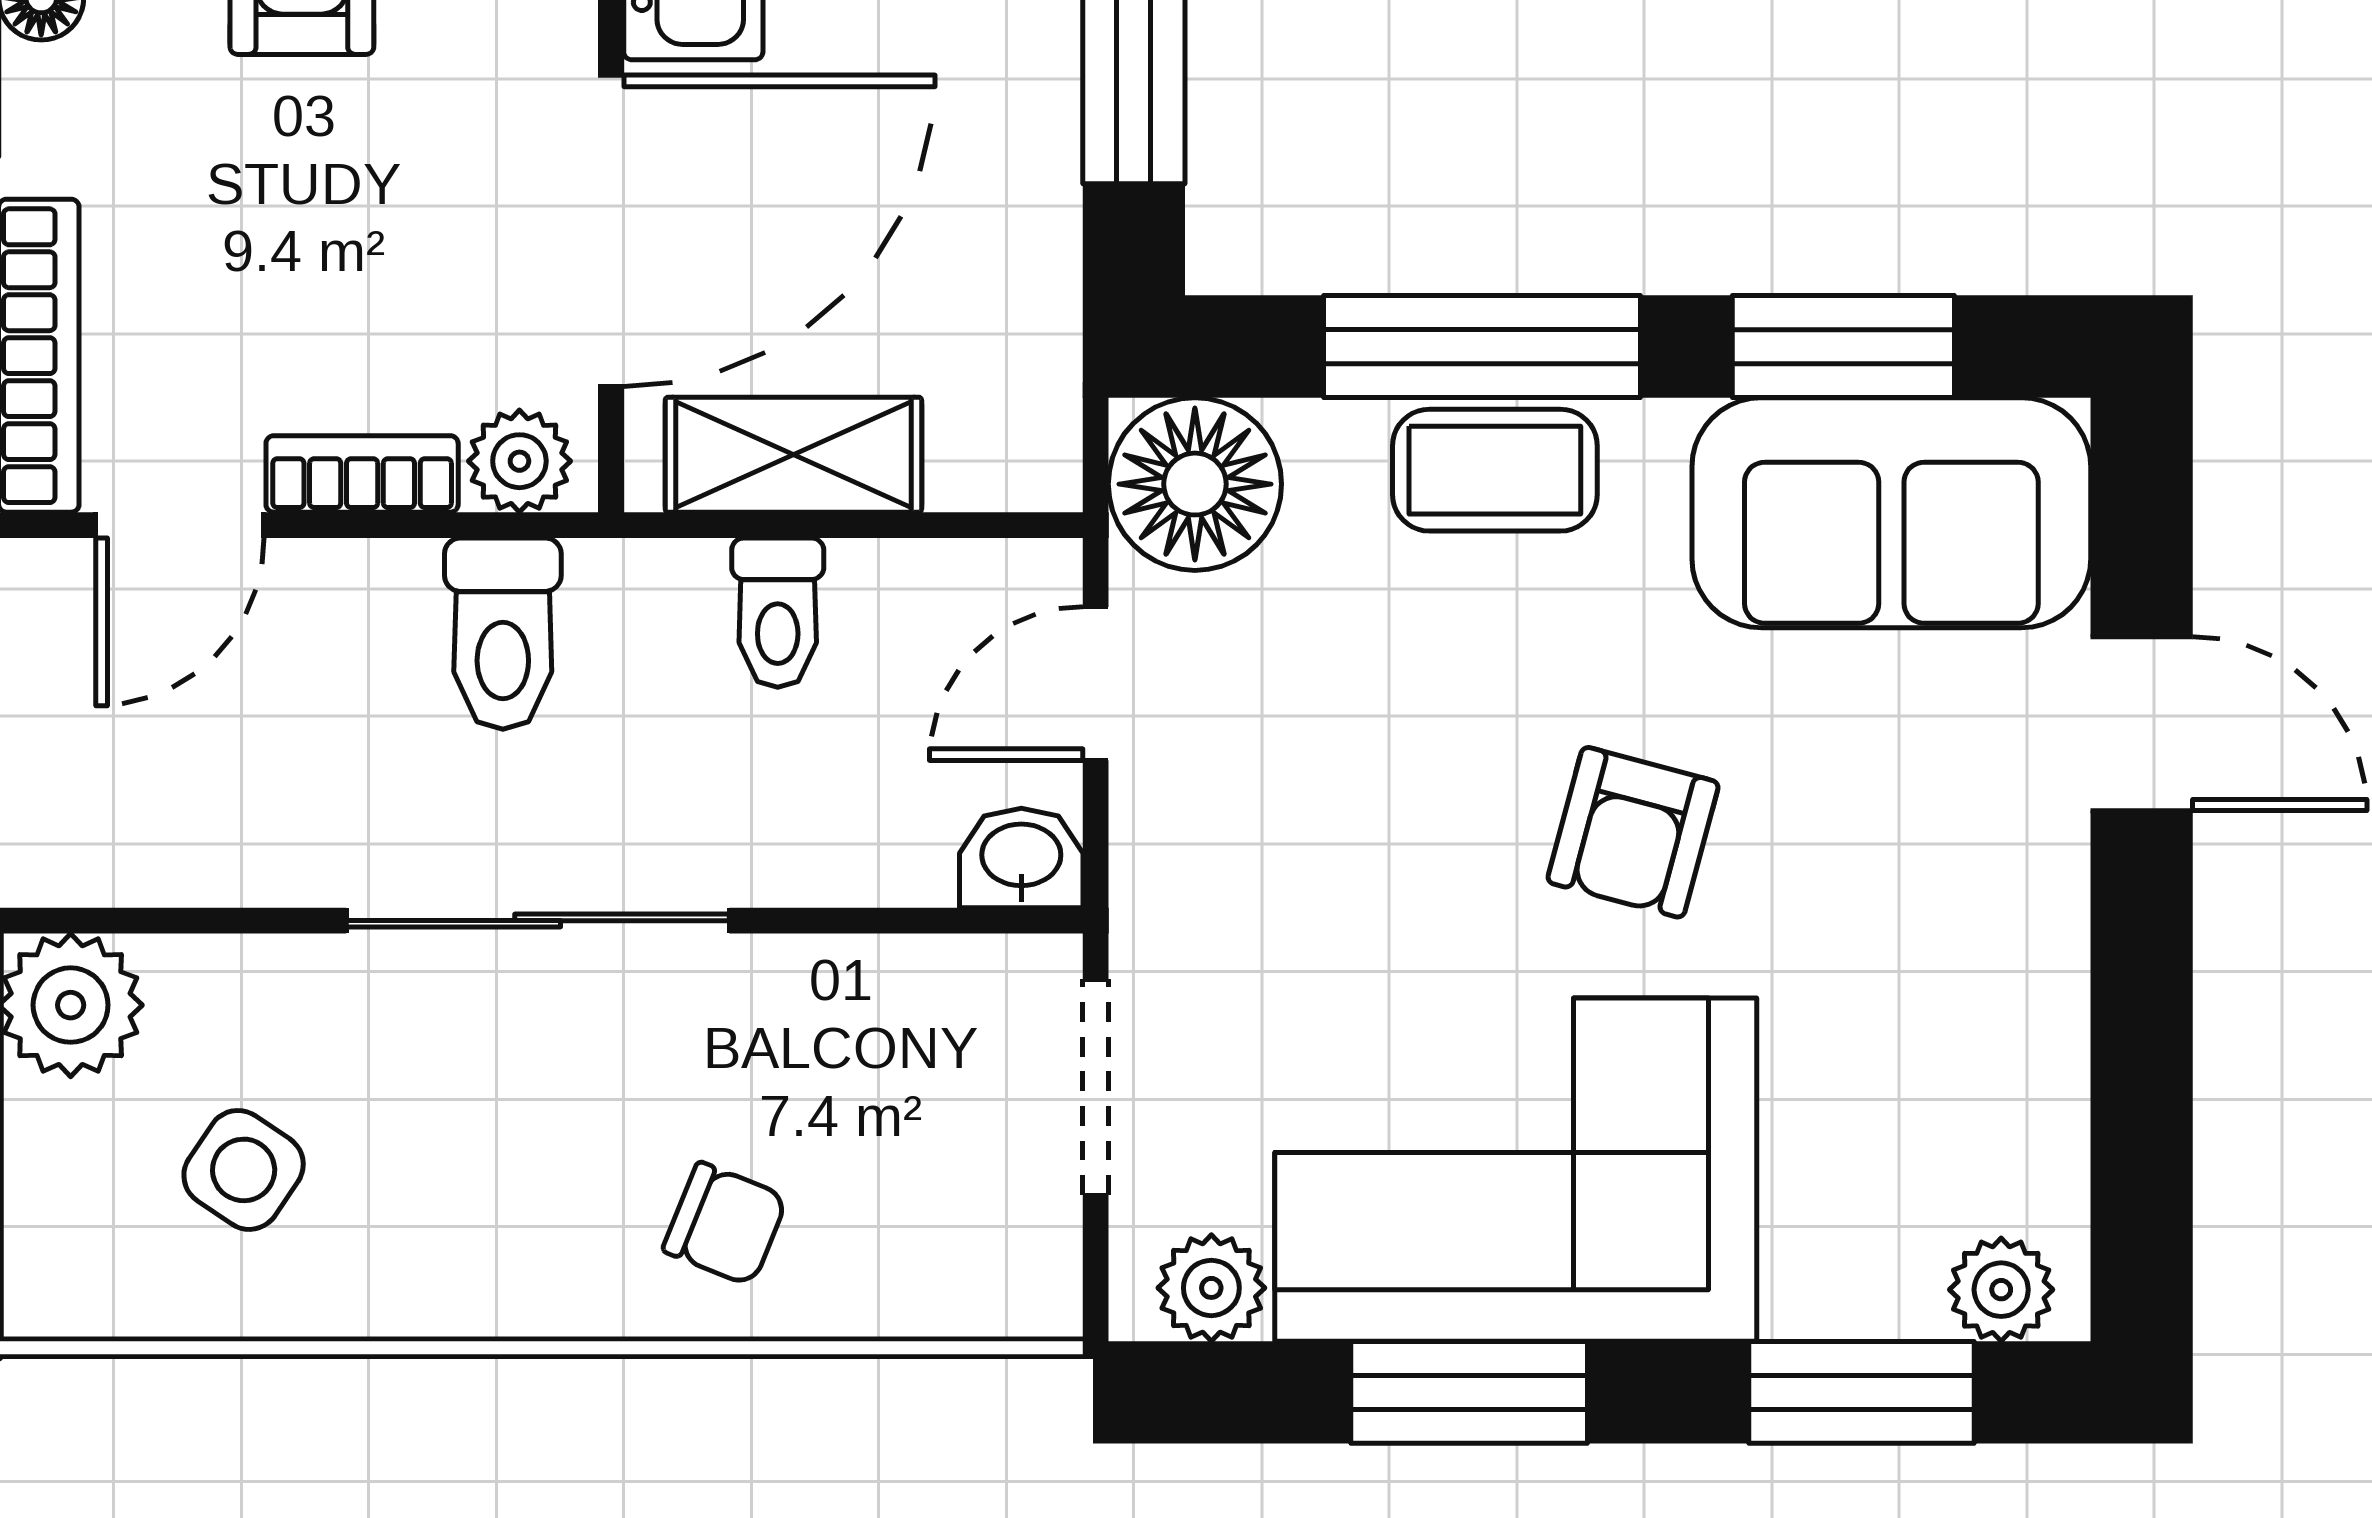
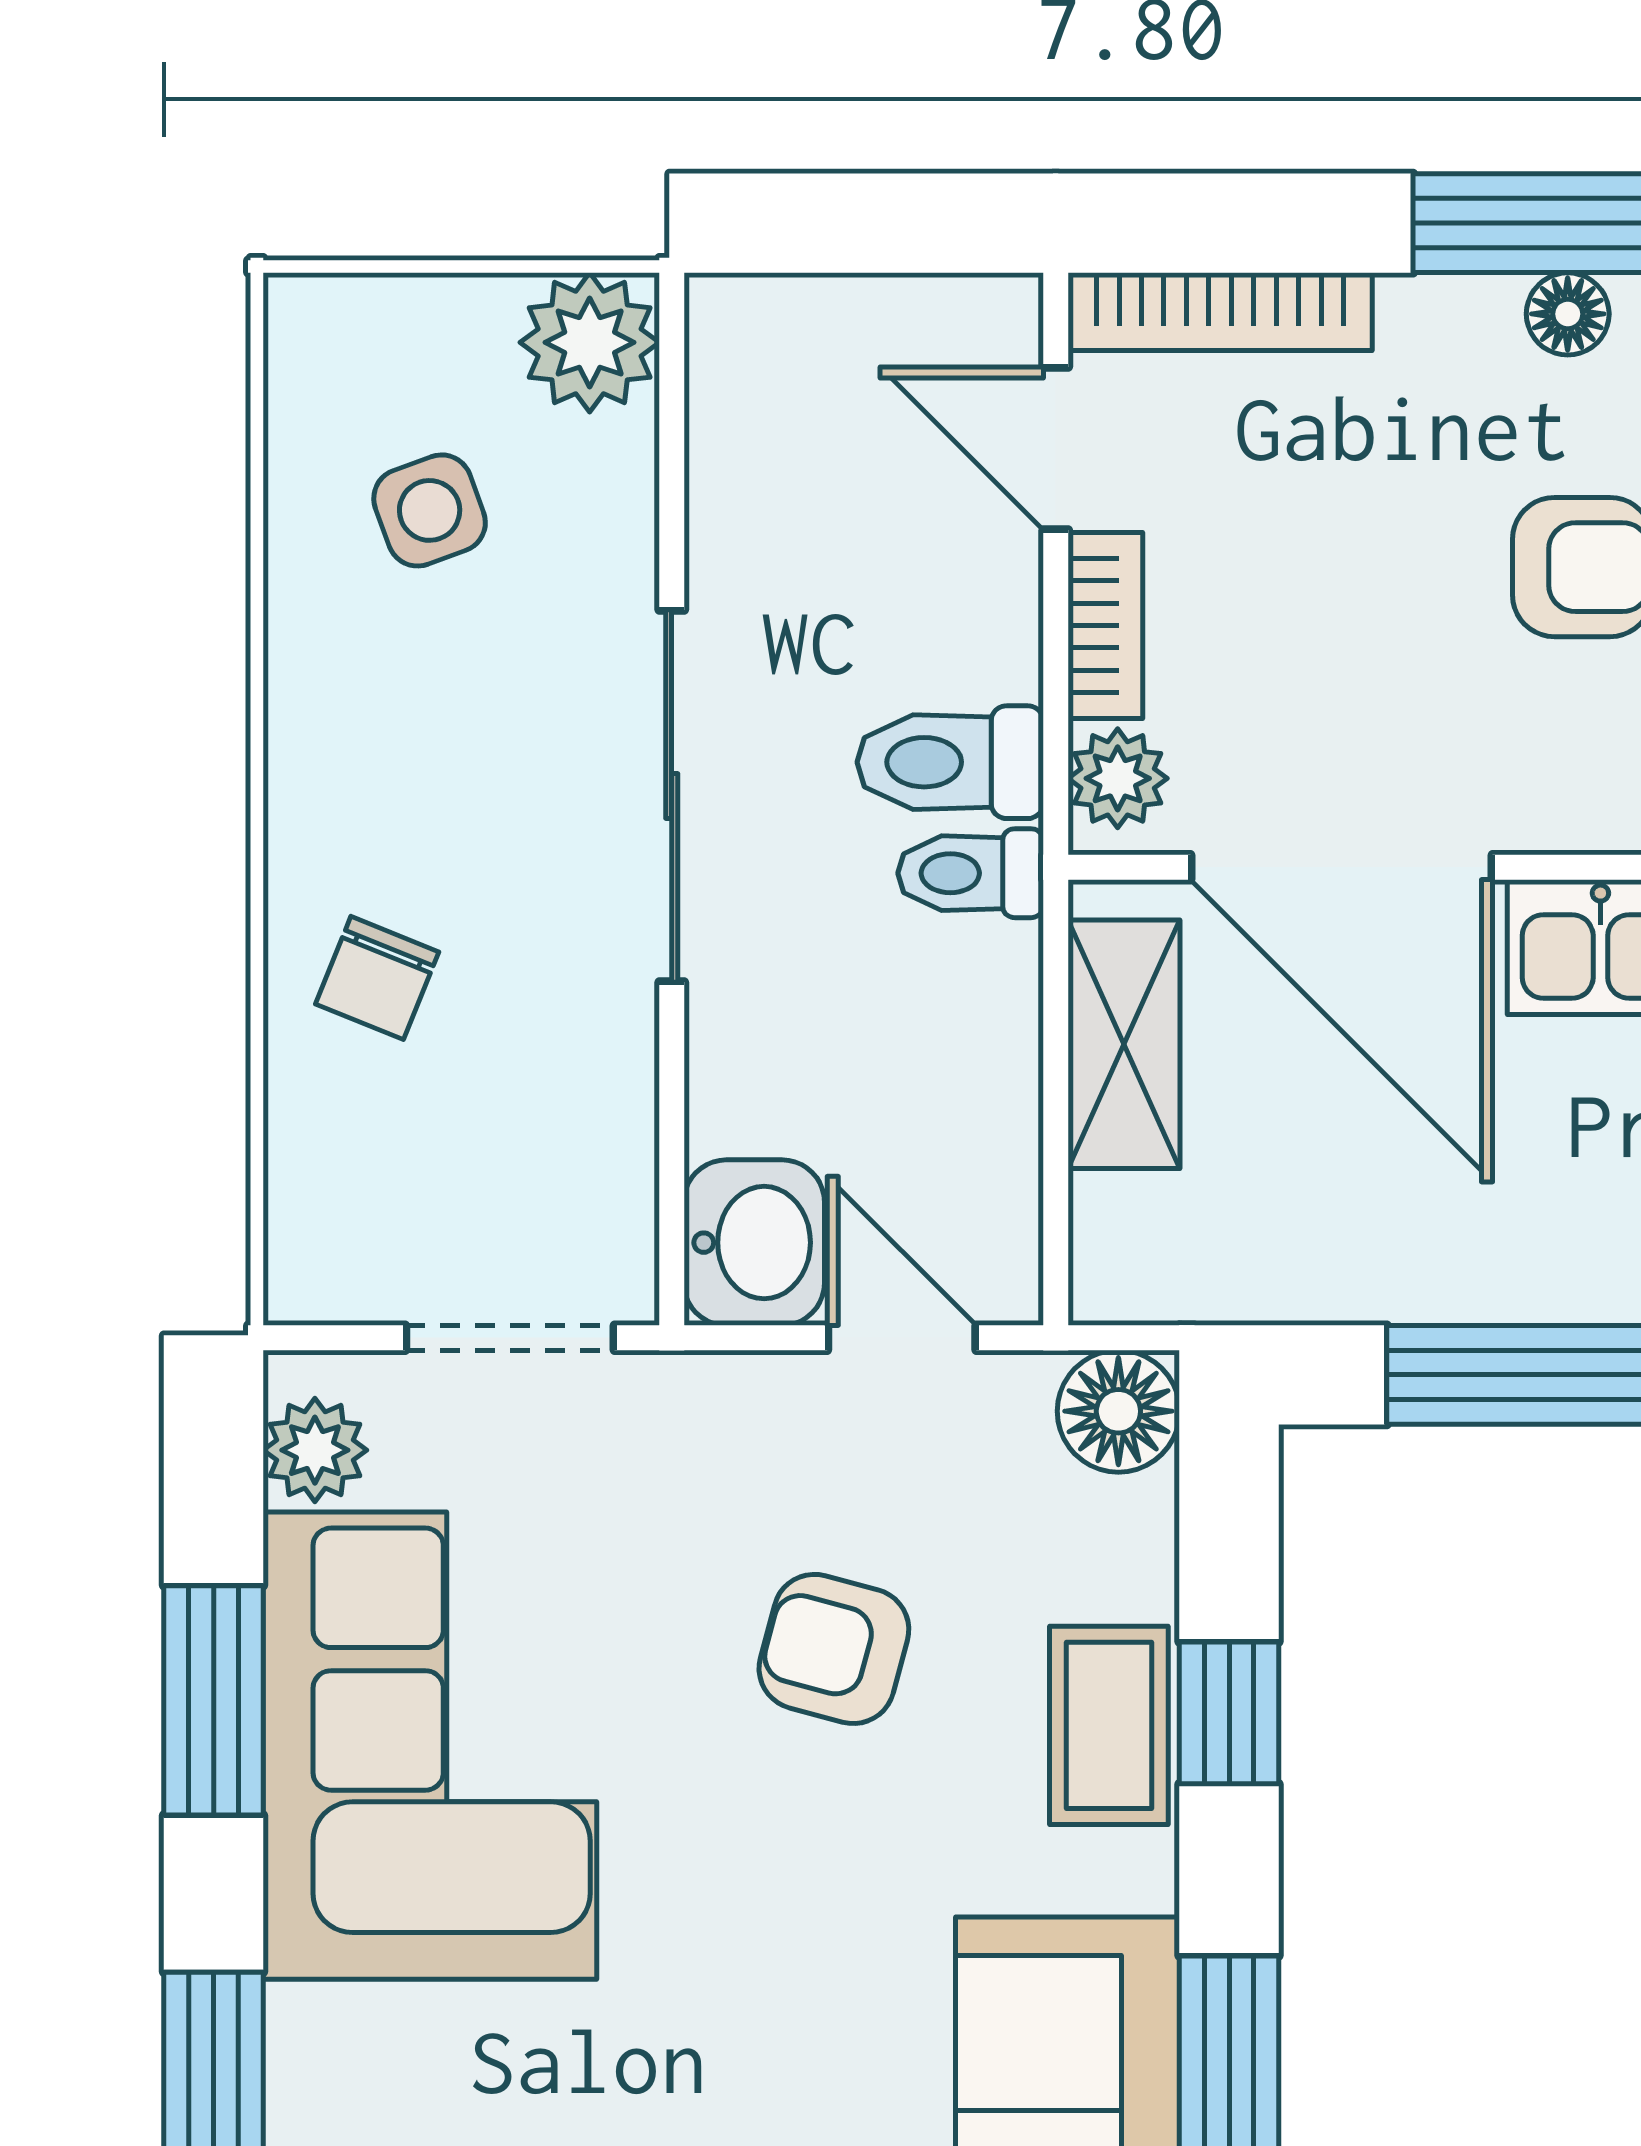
window: (1482, 347) -> (1229, 1713), width x0.46
floor lamp: (1195, 484) -> (1118, 1411), width x0.73, depth x0.73
toilet: (778, 613) -> (971, 873), moved
armchair: (1633, 832) -> (834, 1649), moved
washbasin: (1021, 858) -> (754, 1243), width x1.38, depth x1.45
side table: (244, 1170) -> (430, 510), turned 36

